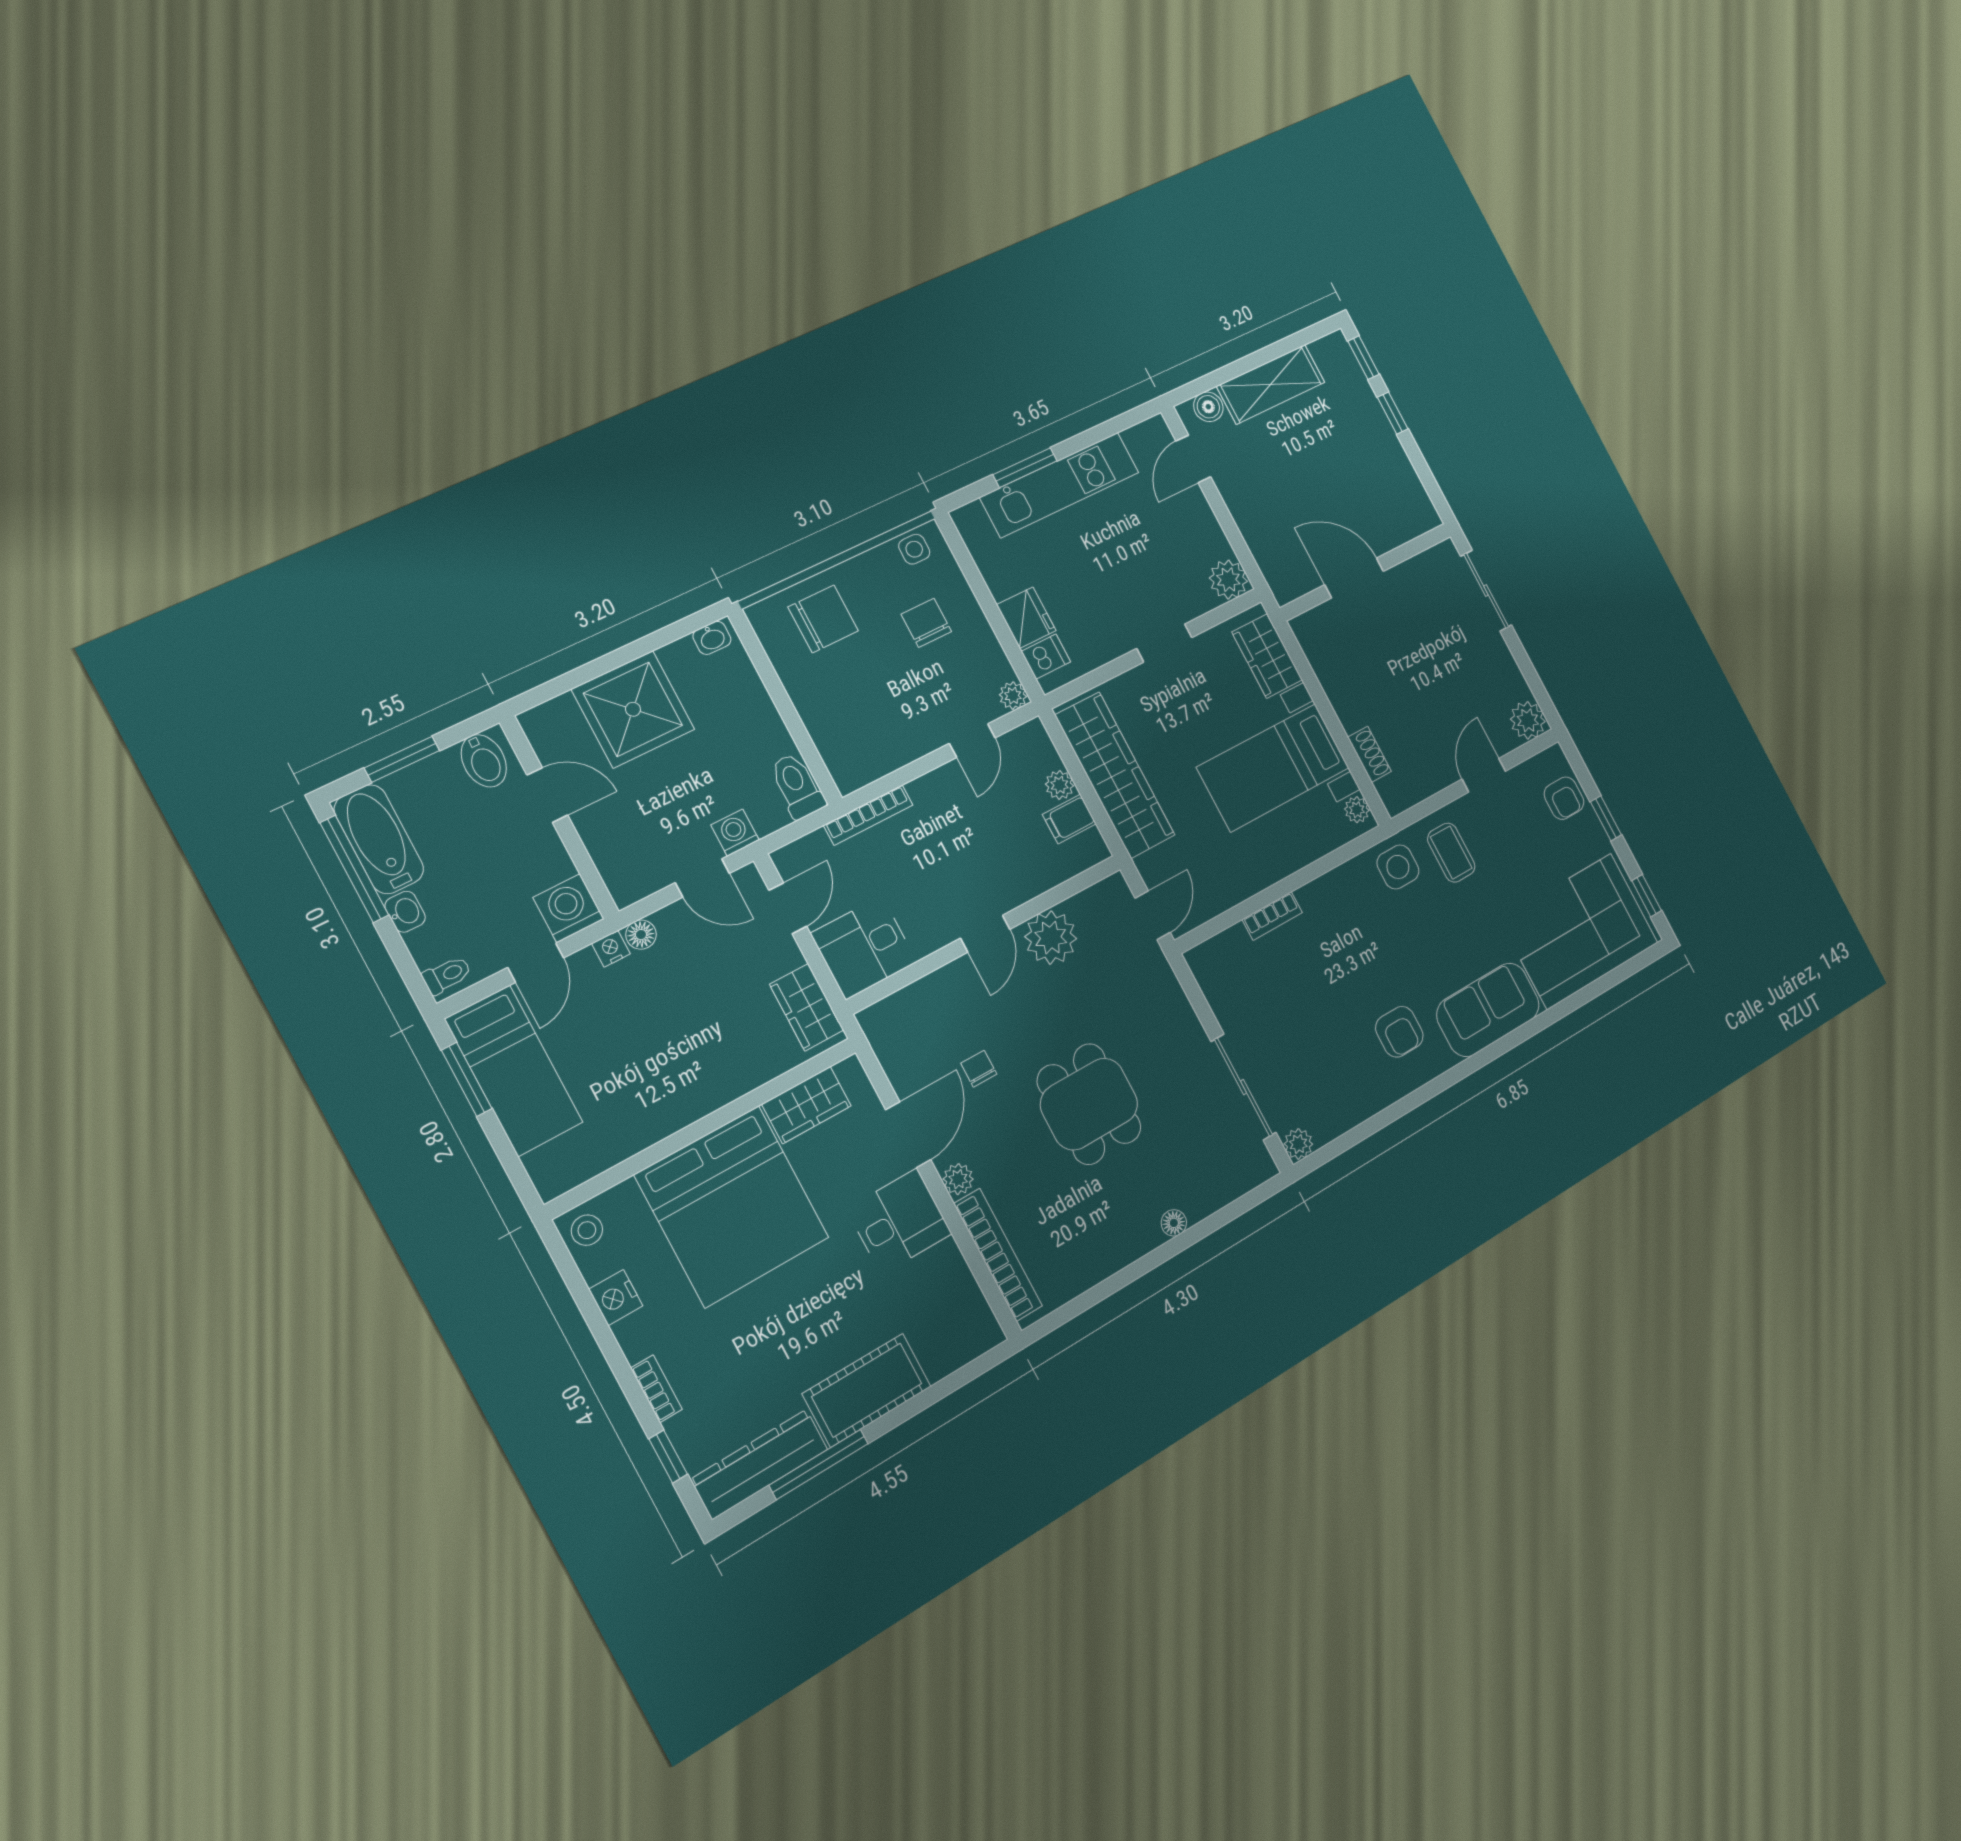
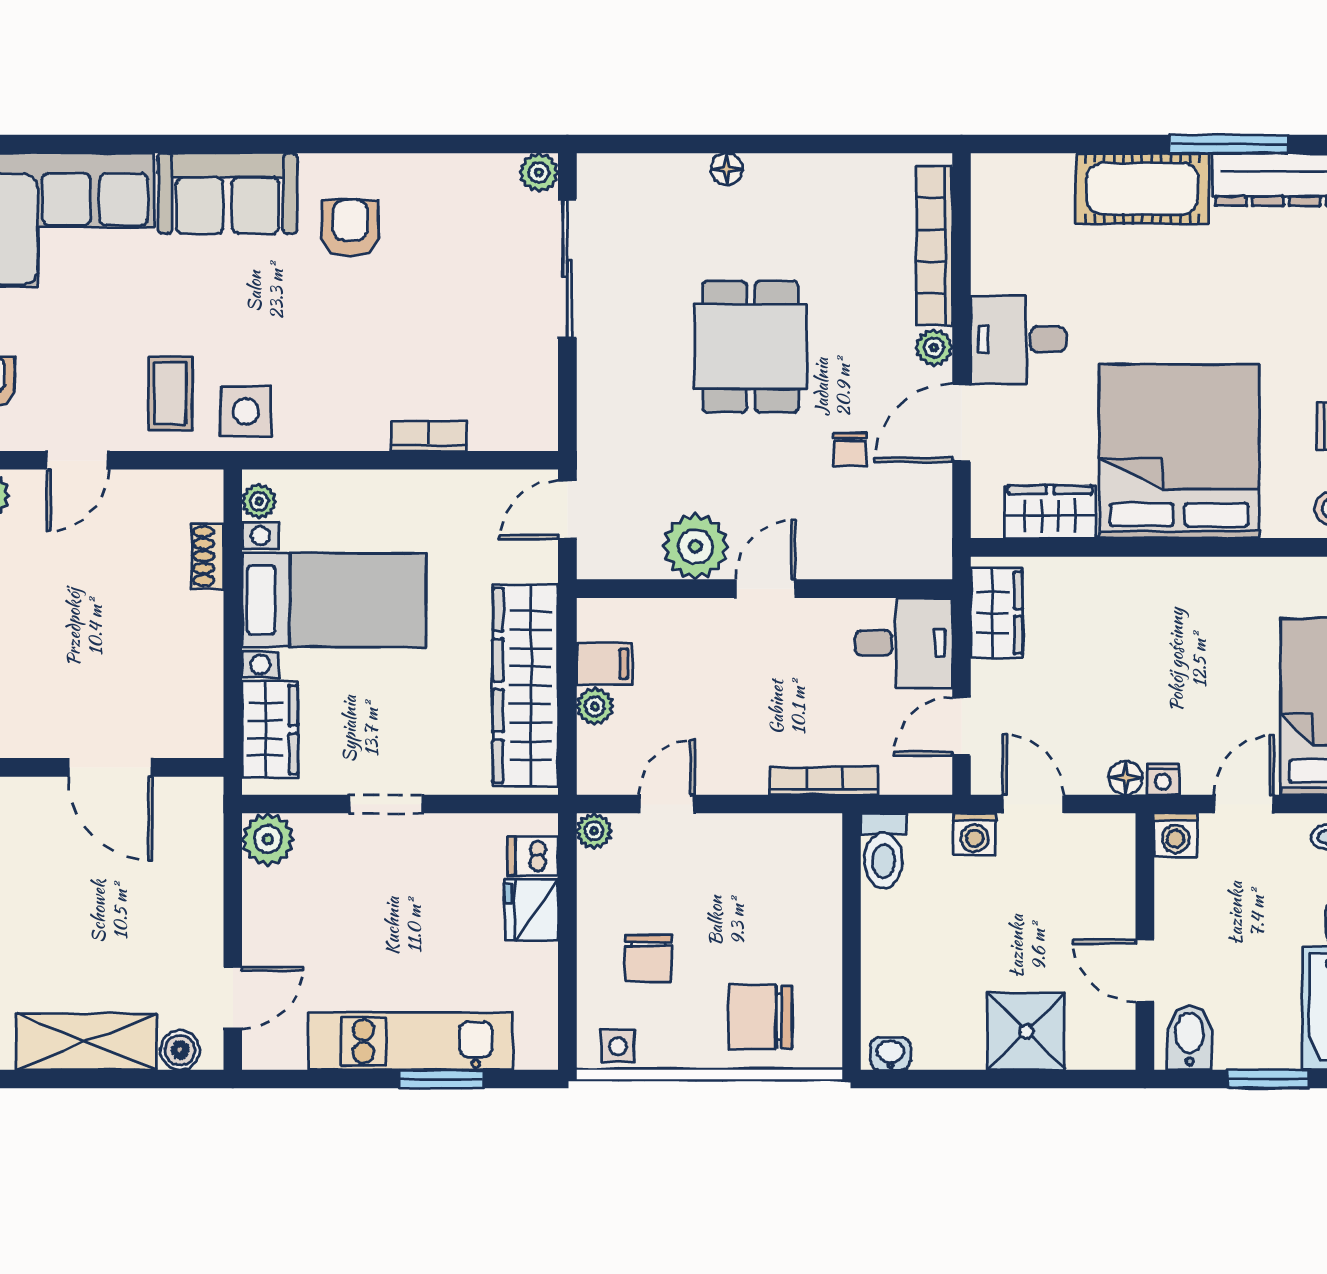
shower: (633, 709) -> (1026, 1031), width x0.73, depth x0.73
washing machine: (568, 908) -> (1176, 835), width x0.73, depth x0.73

